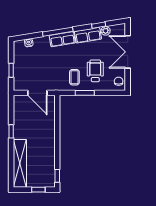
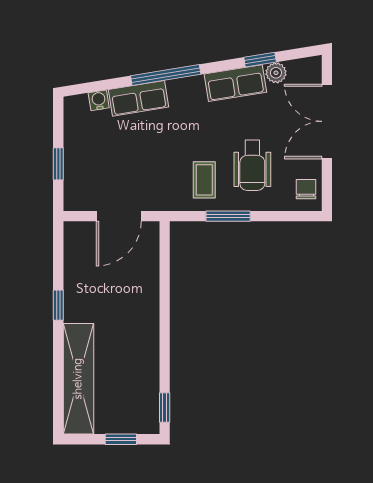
row of seats: (62, 39) -> (139, 98), moved
wheelchair: (95, 71) -> (252, 165), turned 180
door: (37, 93) -> (119, 216), hinge flipped

